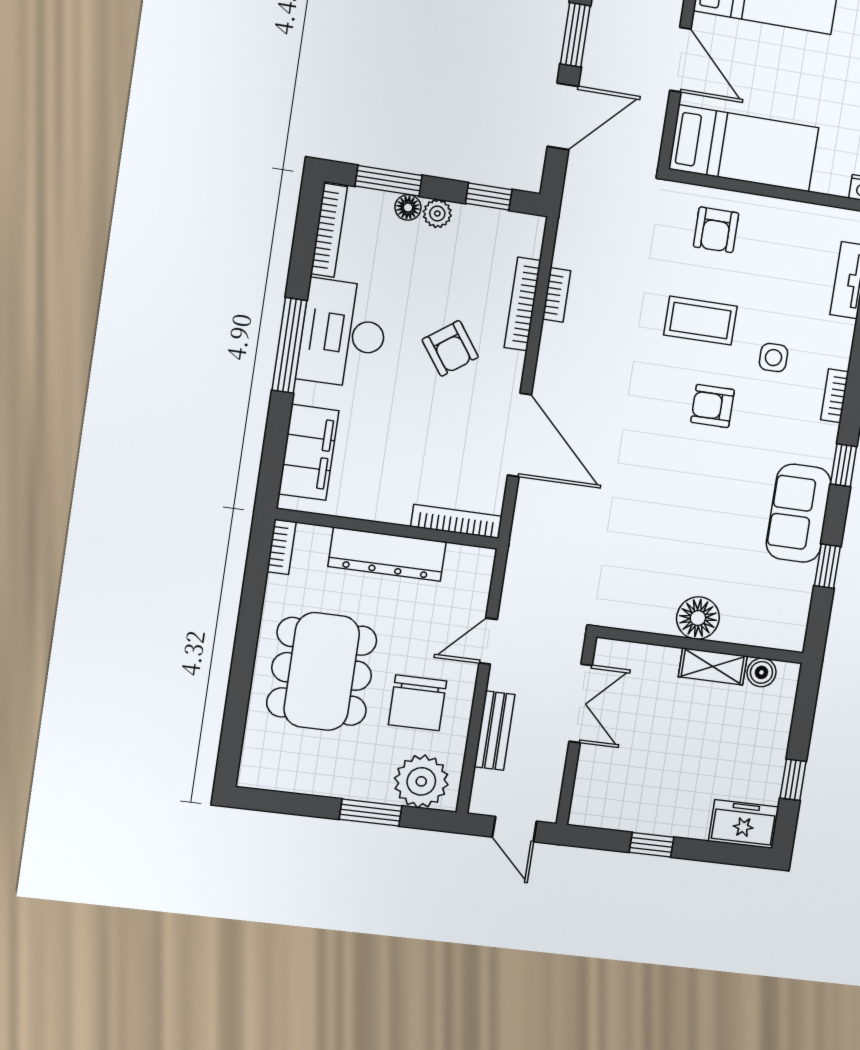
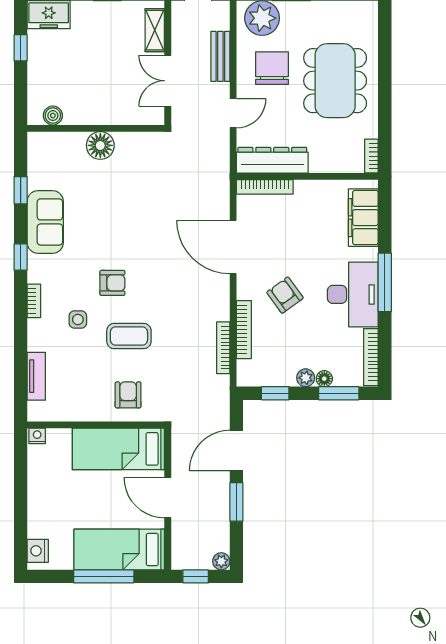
bookcase: (557, 295) -> (223, 348), width x1.56
dresser: (387, 554) -> (272, 160), moved
shelving: (713, 666) -> (155, 30), moved, turned 90

